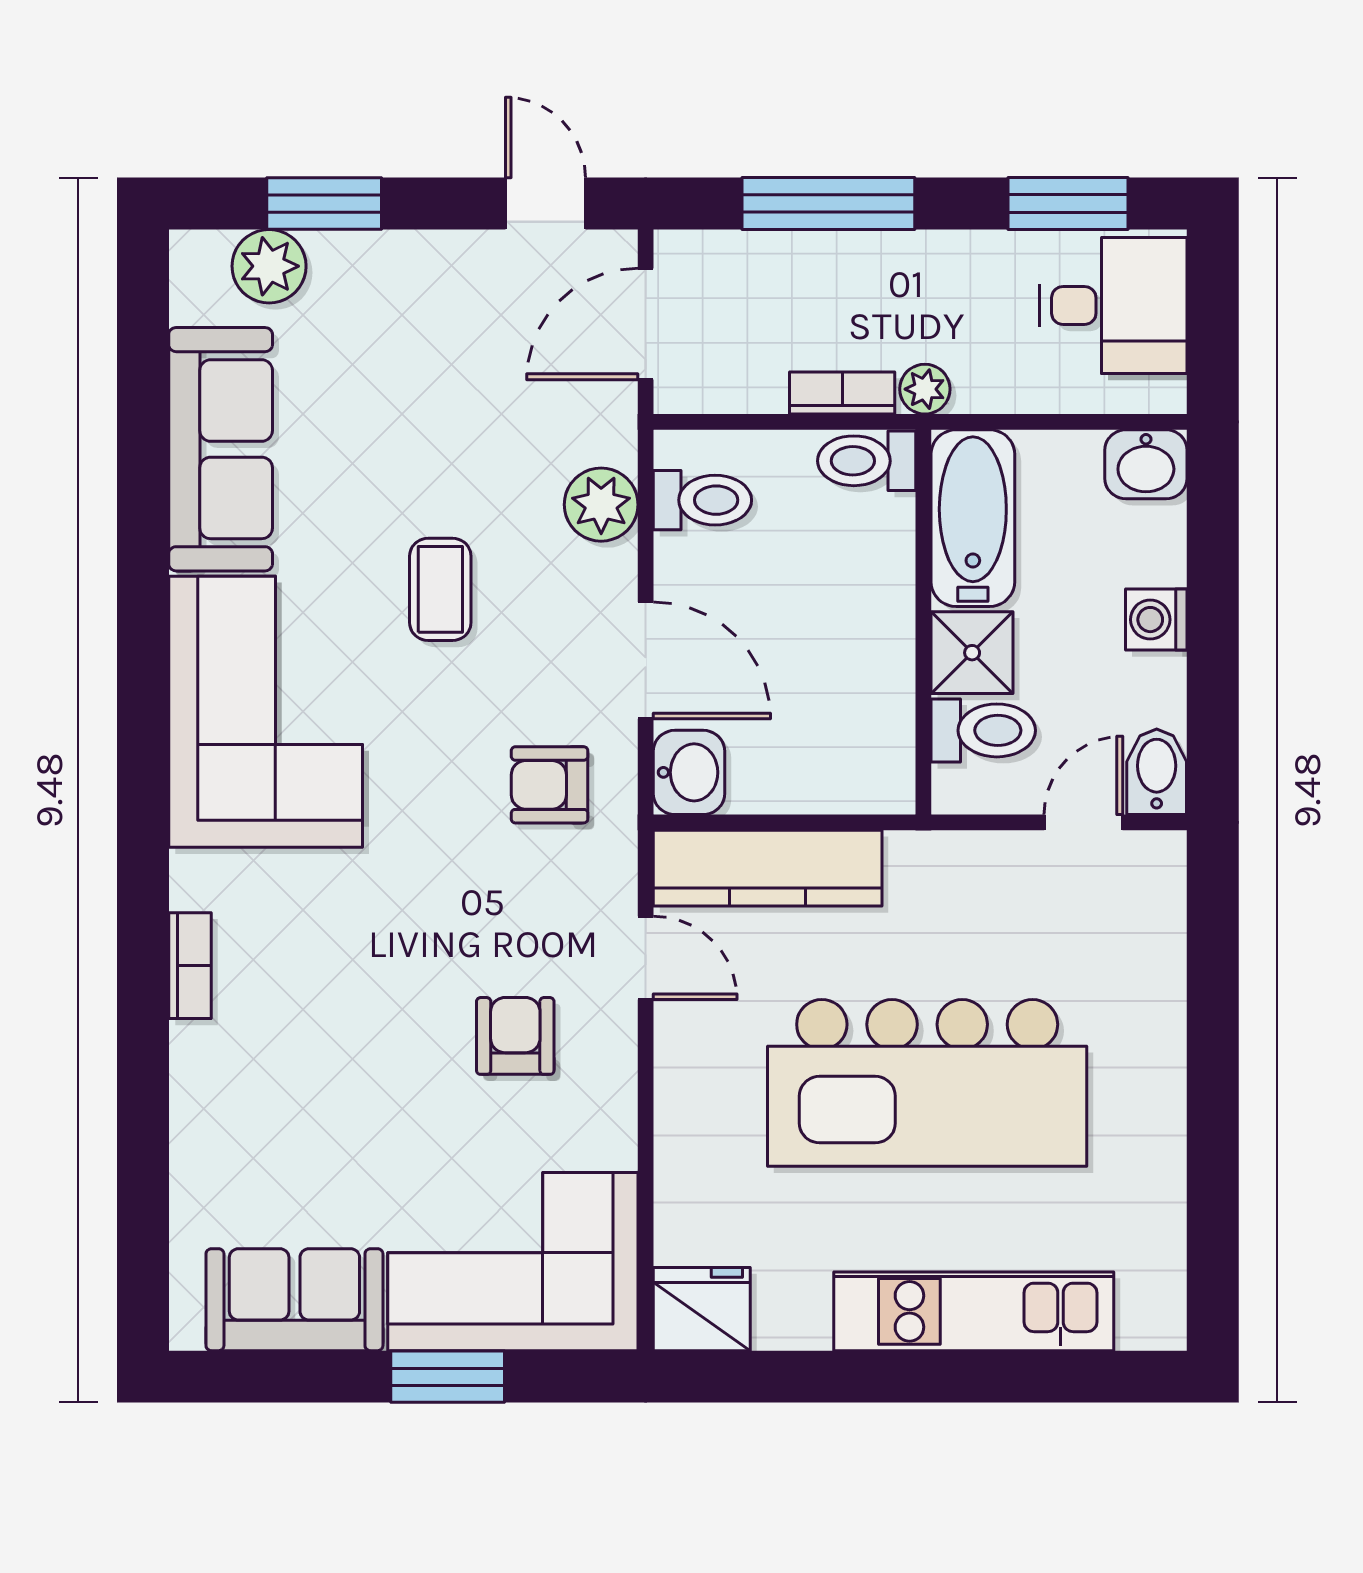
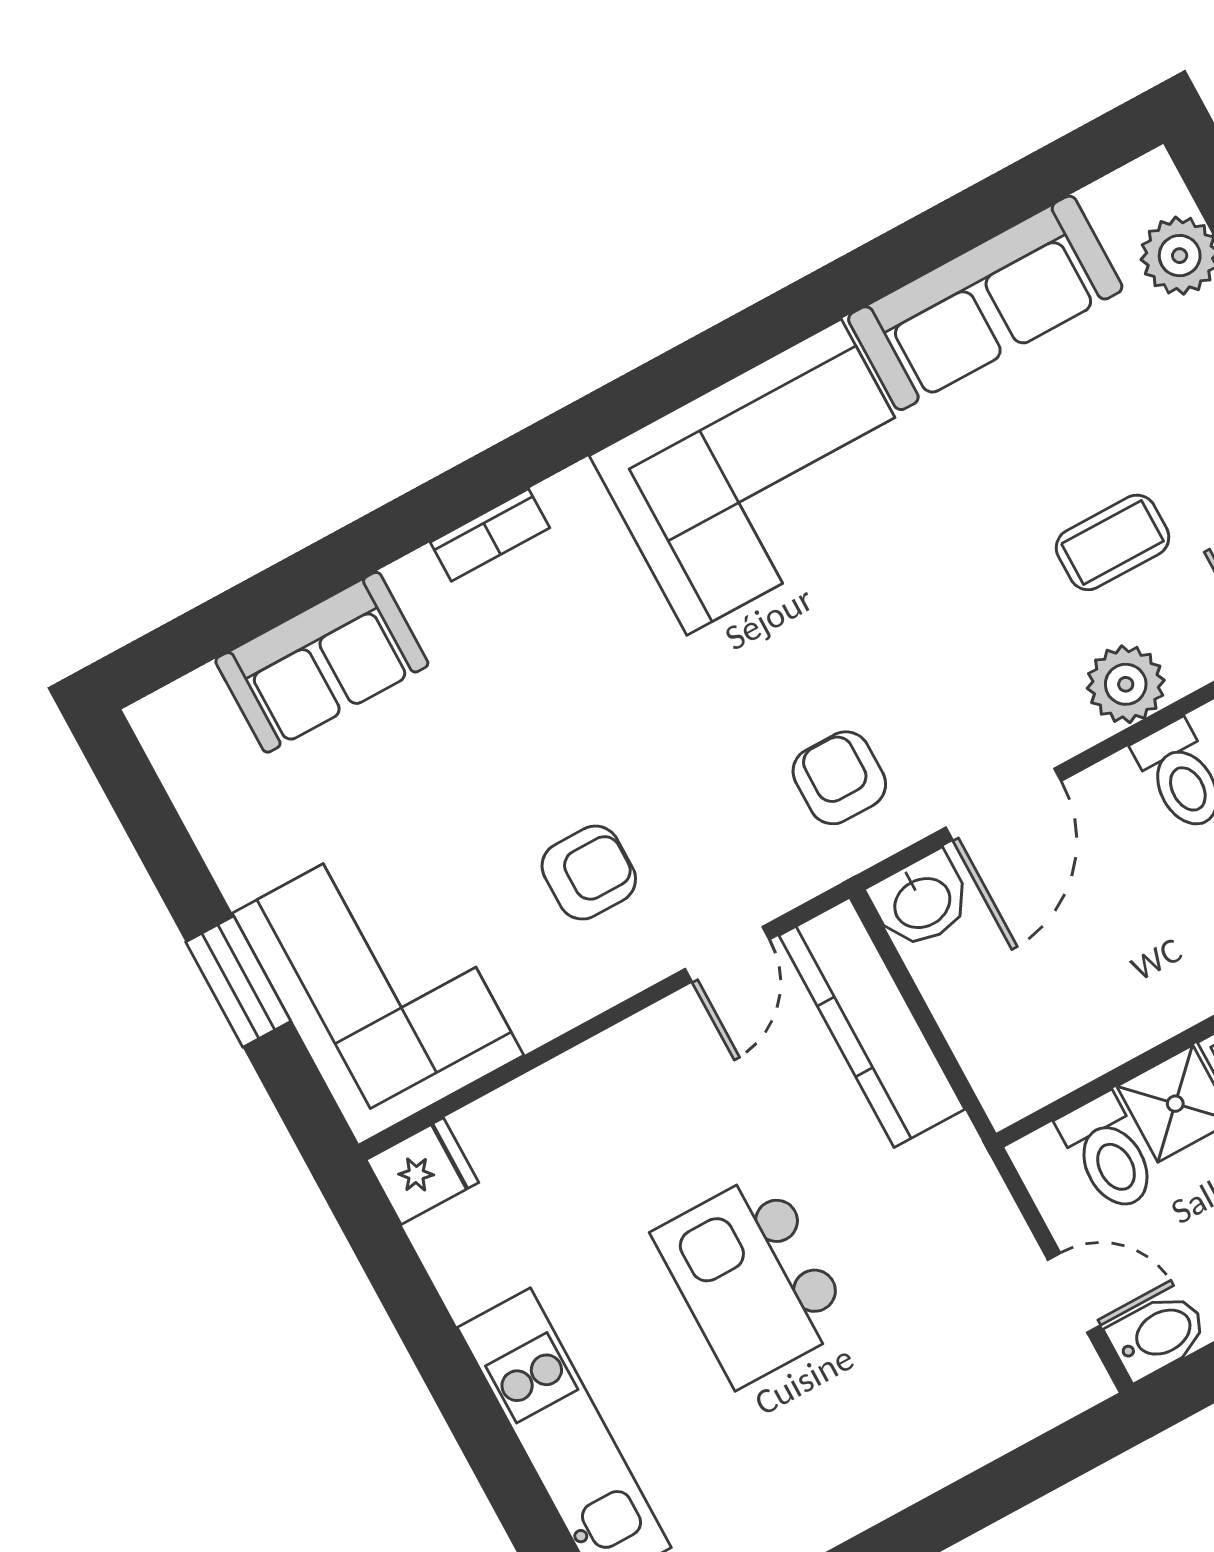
coffee table: (440, 589) -> (1113, 542), moved
kitchen island: (927, 1083) -> (753, 1279), width x0.54, depth x0.78
sofa: (294, 1300) -> (322, 662), moved, turned 90
fridge: (702, 1309) -> (422, 1171), width x0.72

